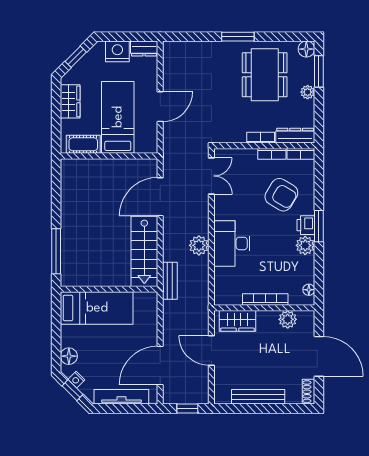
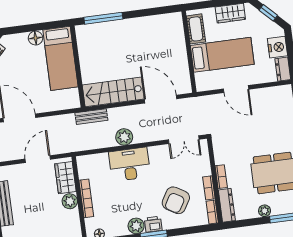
plant: (288, 319) -> (70, 201), moved
floor lamp: (69, 356) -> (36, 38), moved

